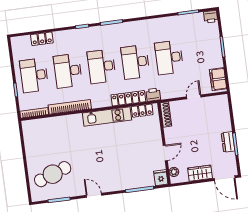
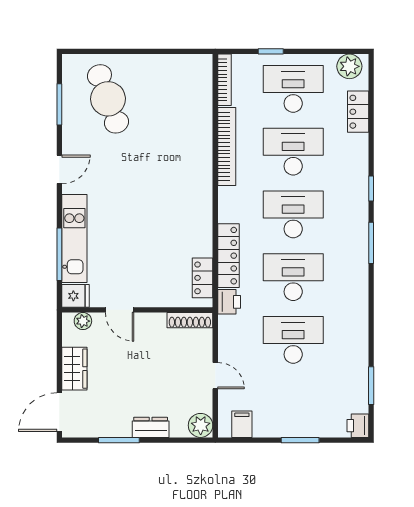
plant: (18, 47) -> (349, 66), added
filing cabinet: (218, 79) -> (242, 424), width x0.50
plant: (222, 101) -> (201, 425), added
kitchen unit: (107, 117) -> (74, 239), moved, turned 180
dresser: (228, 142) -> (151, 427), moved

